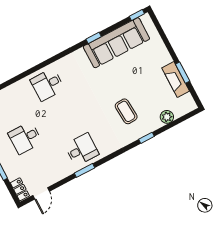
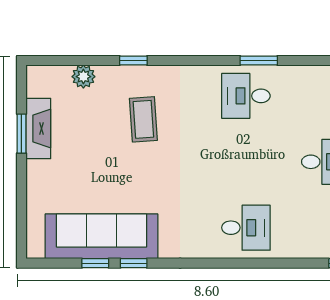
window: (137, 15) -> (95, 263), moved

